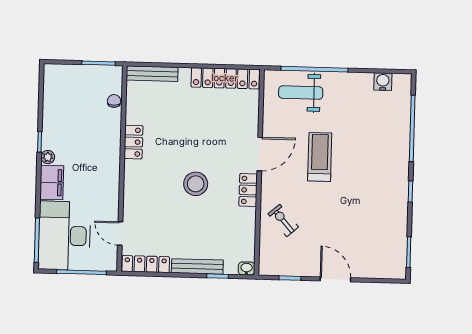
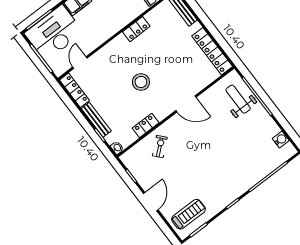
treadmill: (320, 157) -> (188, 214), moved
locker: (248, 190) -> (146, 125), moved

